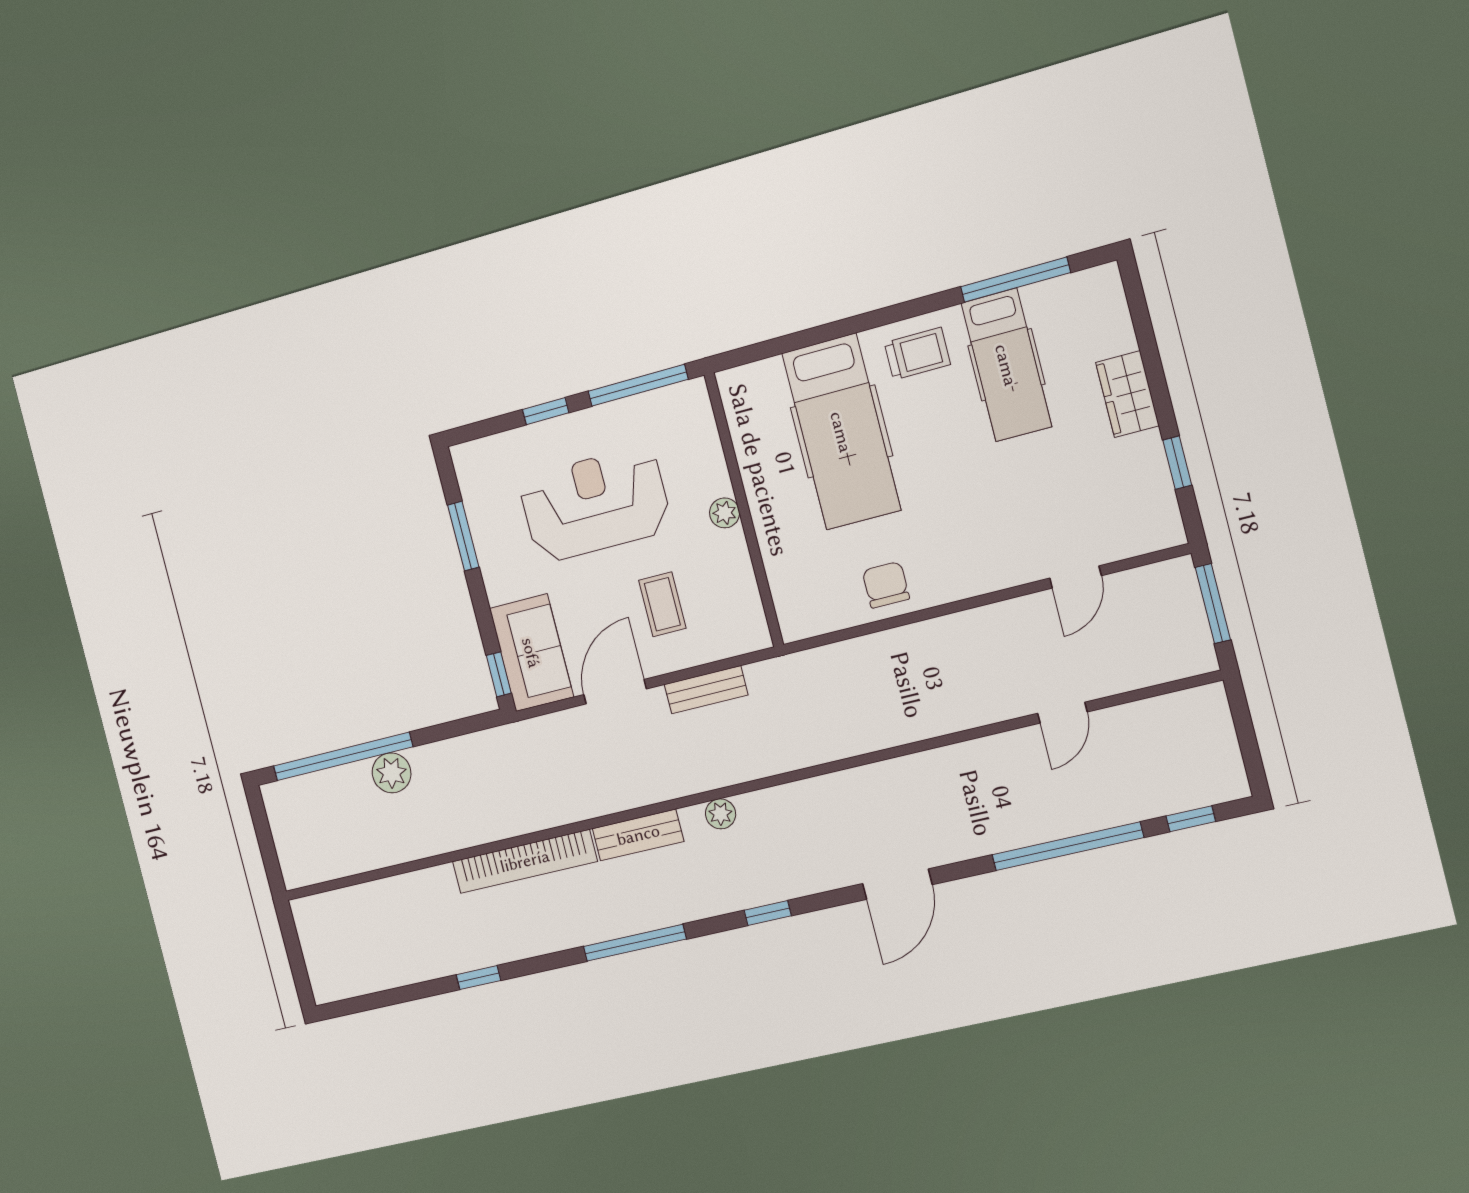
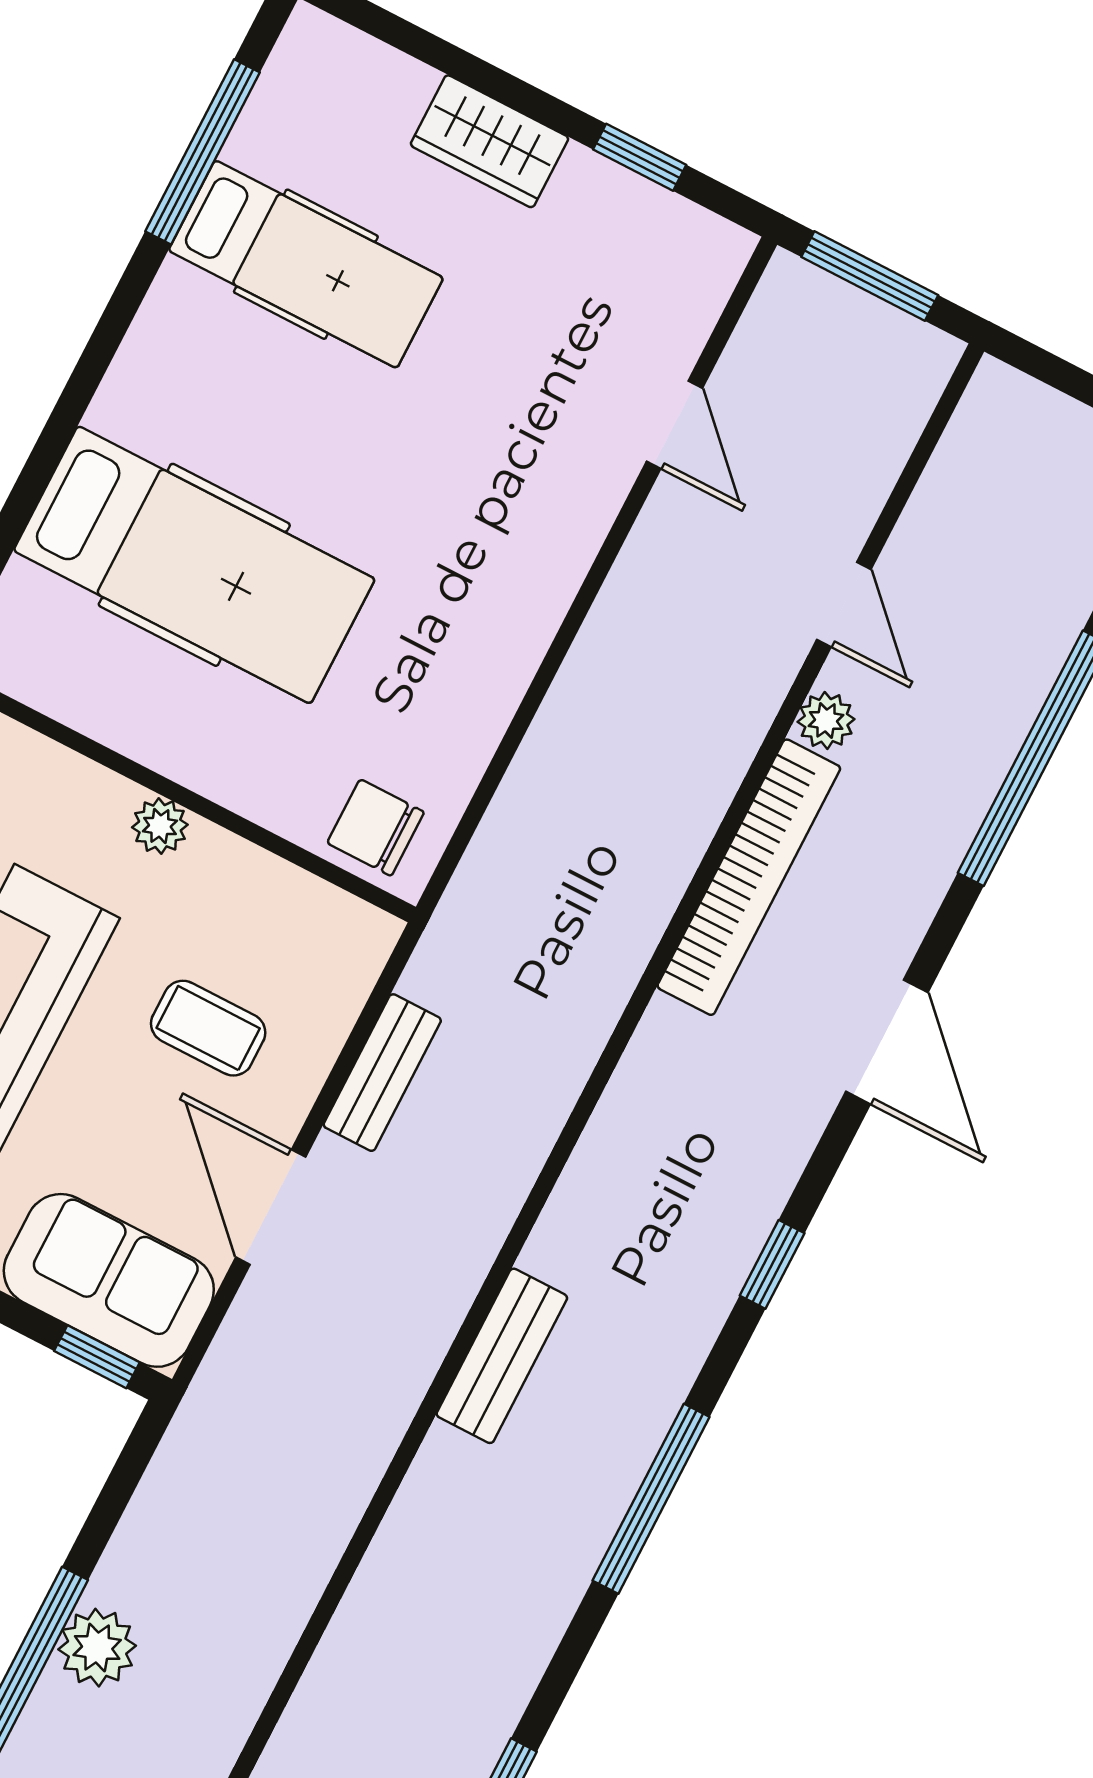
trolley: (917, 354) -> (182, 369), removed
chair: (886, 585) -> (376, 828), moved
plant: (721, 814) -> (826, 720), moved
bookcase: (525, 861) -> (749, 877), moved

